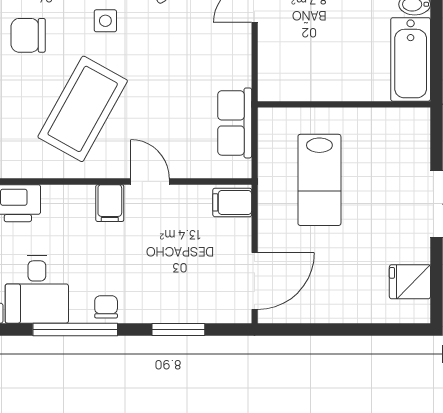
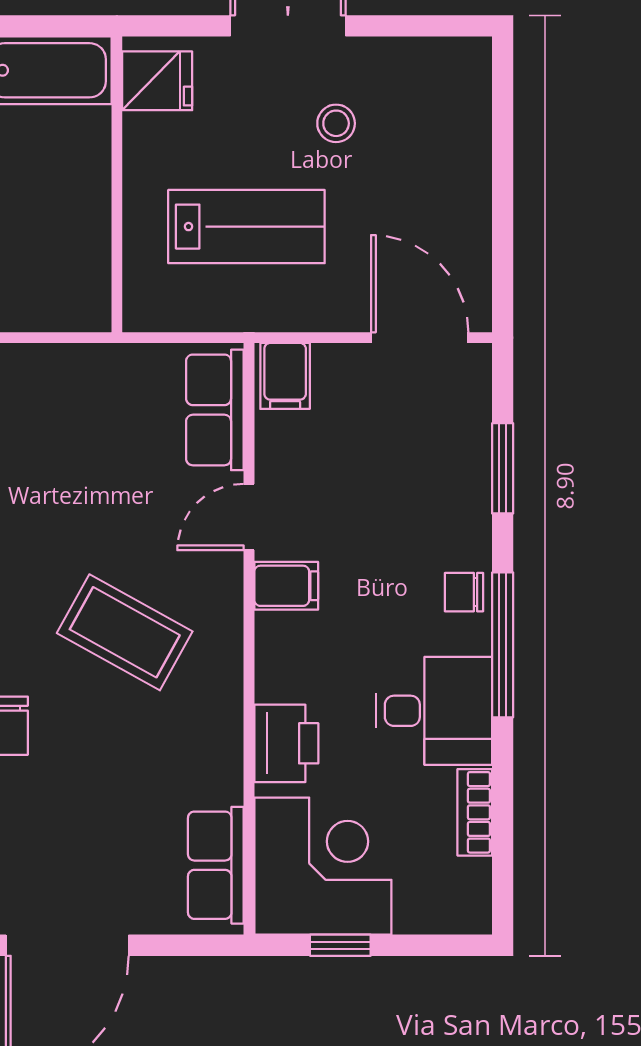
coffee table: (83, 109) -> (125, 632), width x0.73, depth x0.76
row of seats: (235, 123) -> (215, 410), moved, turned 90
stool: (380, 232) -> (336, 123), added
fridge: (410, 282) -> (157, 81), moved, turned -90

